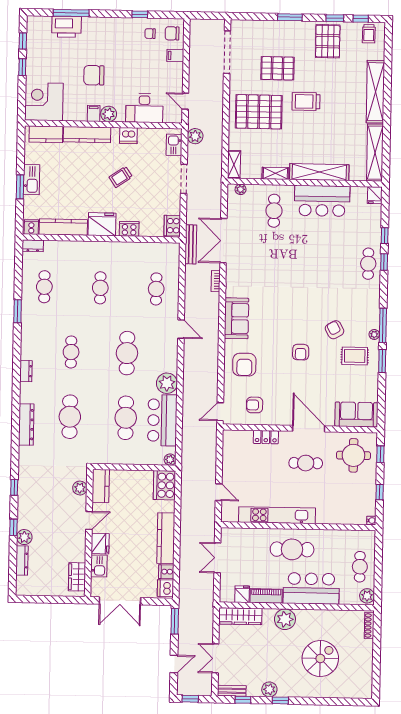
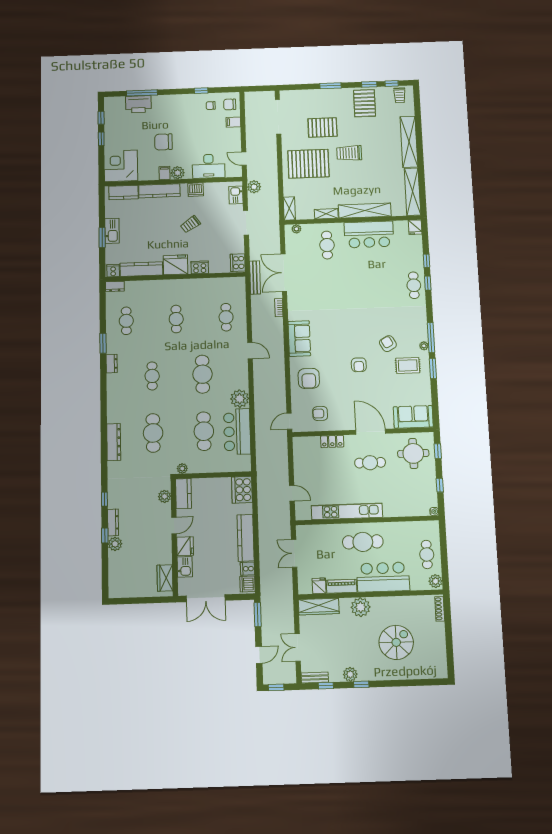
dresser: (26, 371) -> (112, 364), moved
plant: (170, 460) -> (182, 469), moved
dresser: (22, 560) -> (113, 522), moved

